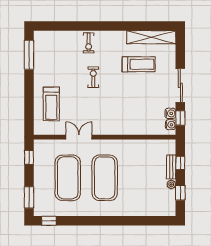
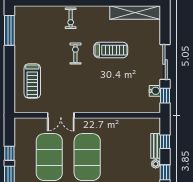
treadmill: (139, 64) -> (111, 50), moved
water cooler: (171, 125) -> (155, 102), removed
double door: (79, 137) -> (61, 115), swing flipped
window: (29, 157) -> (9, 153), moved

